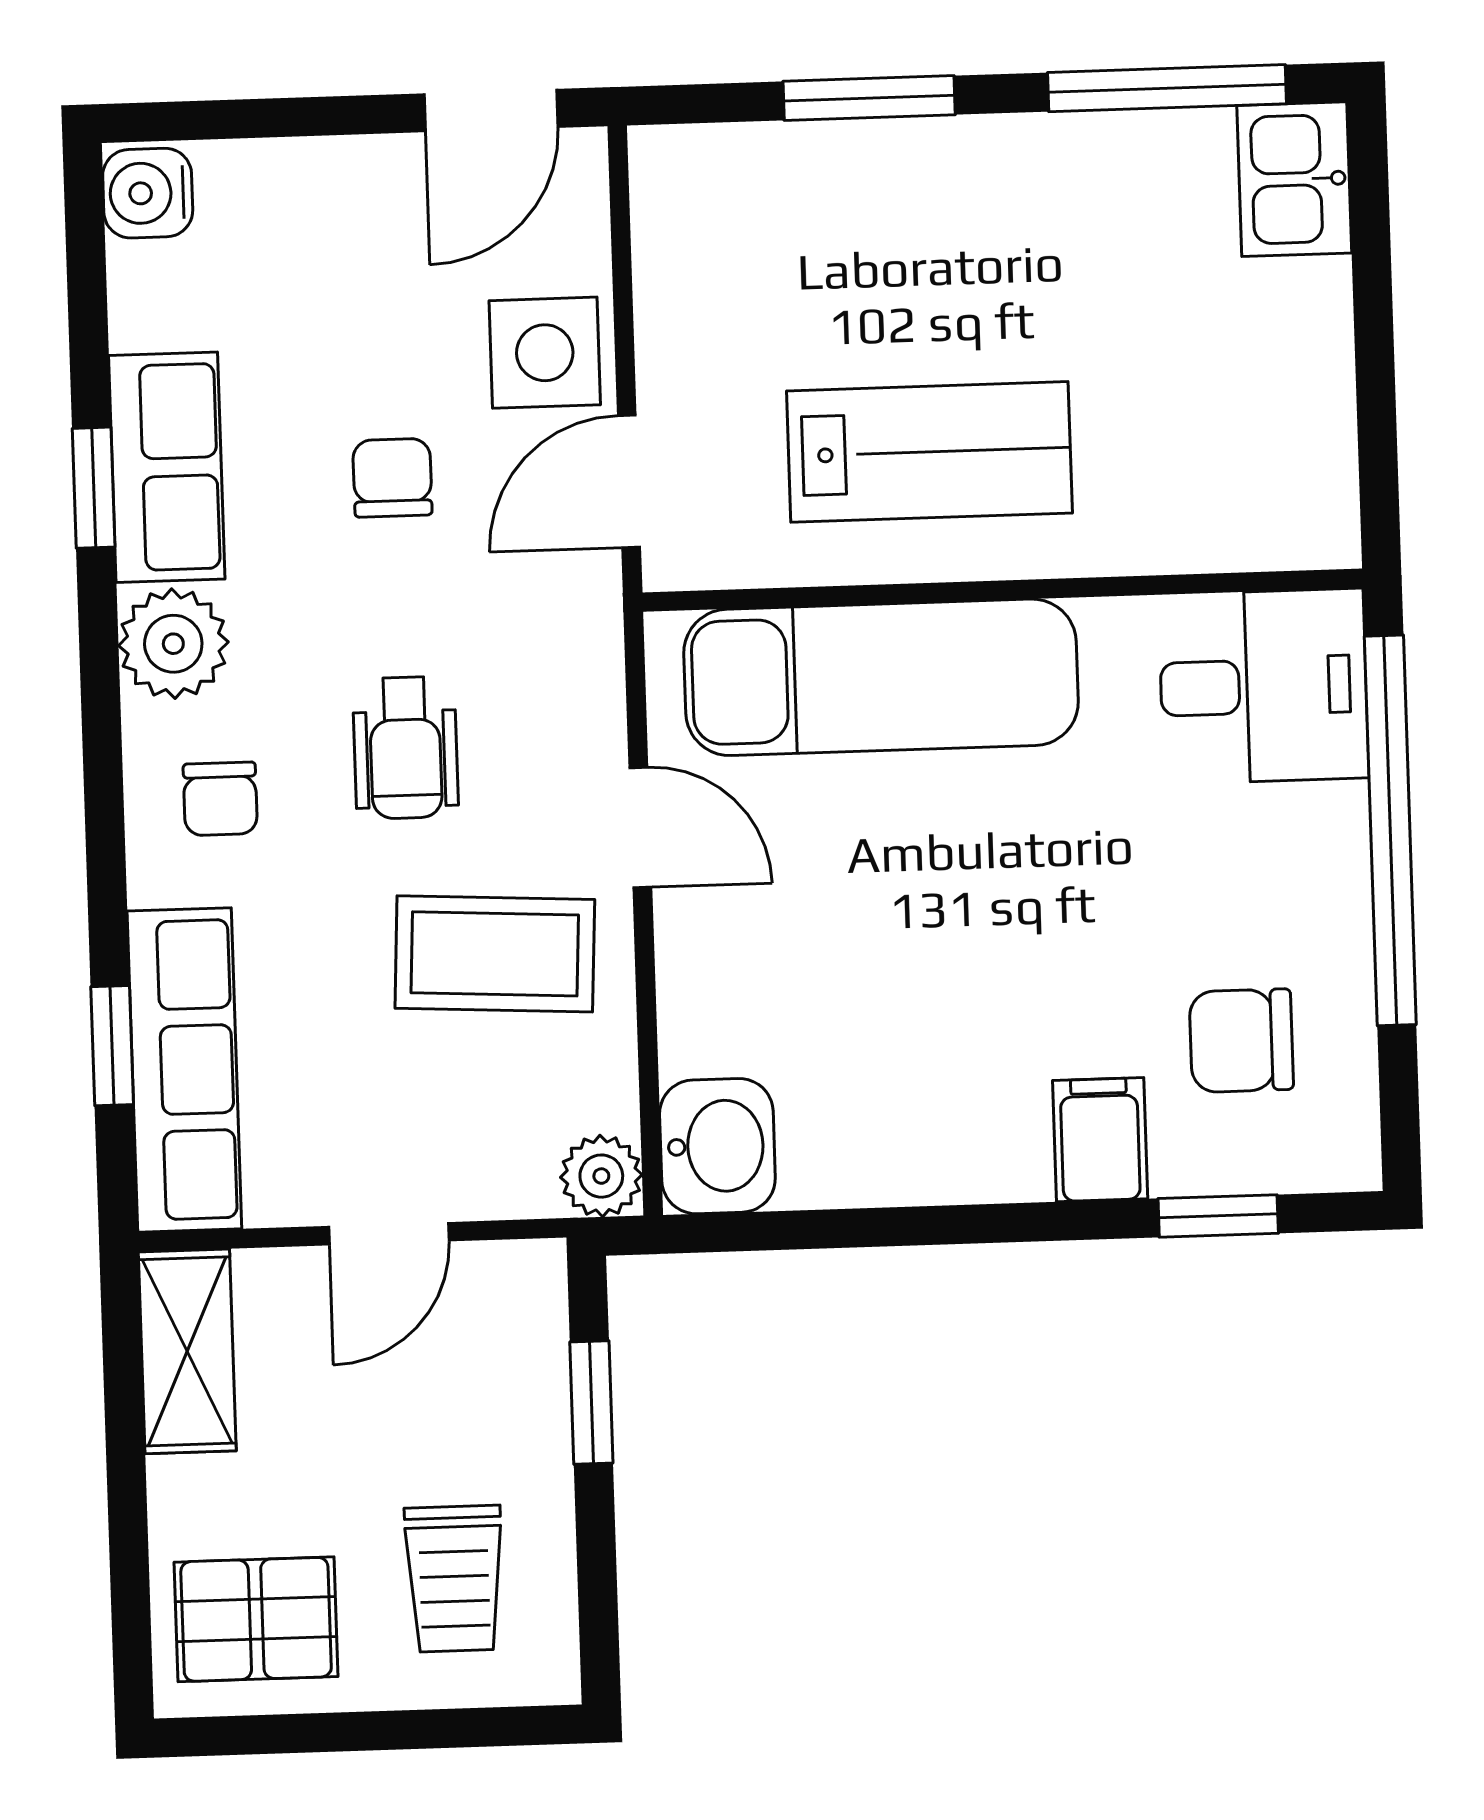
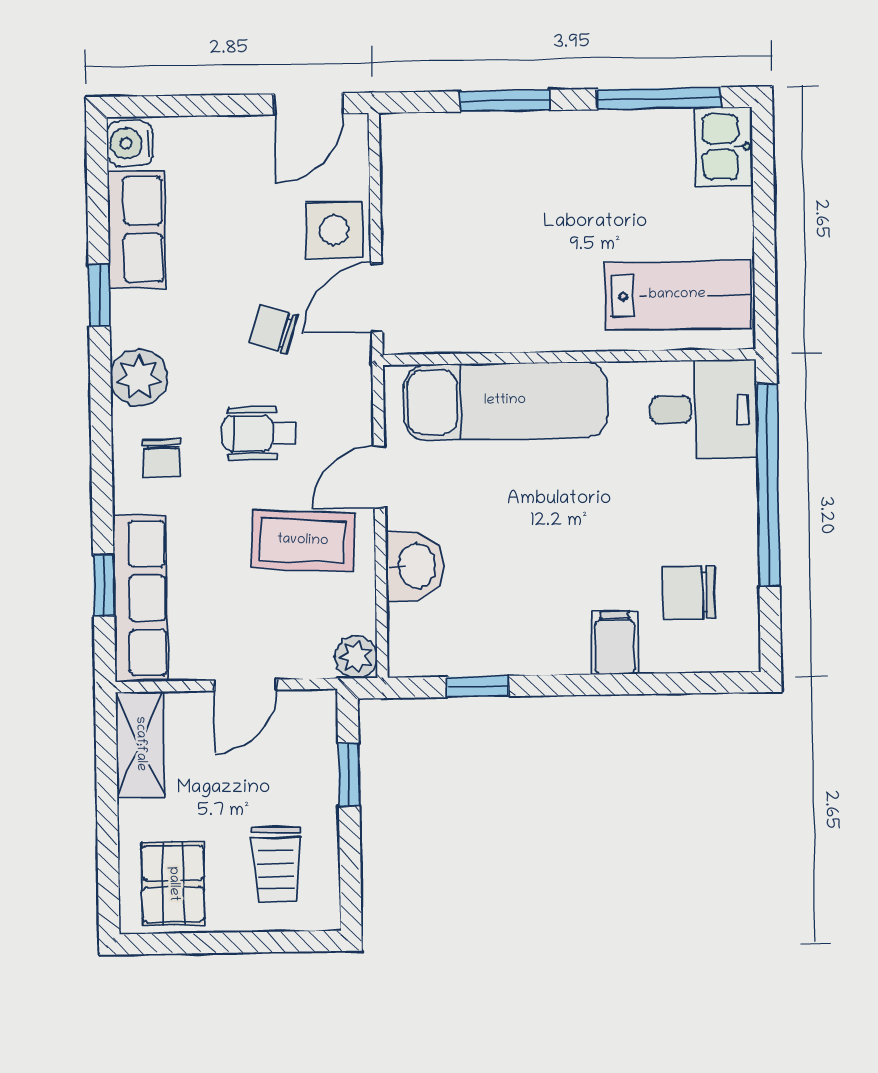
lab bench: (929, 452) -> (677, 295), moved
row of seats: (167, 467) -> (136, 229), moved
chair: (392, 478) -> (273, 330), moved, turned -73
wheelchair: (406, 748) -> (258, 433), turned 90
door: (640, 827) -> (379, 477), swing flipped
washbasin: (717, 1146) -> (415, 566), moved
window: (1218, 1216) -> (478, 686), moved
pallet: (256, 1619) -> (173, 884), turned 90

